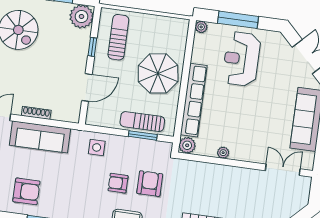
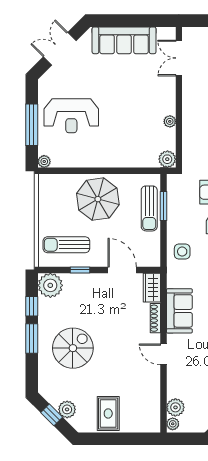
row of seats: (194, 100) -> (120, 159), removed
wardrobe: (66, 114) -> (152, 288), added
sofa: (40, 137) -> (179, 311), width x0.73

